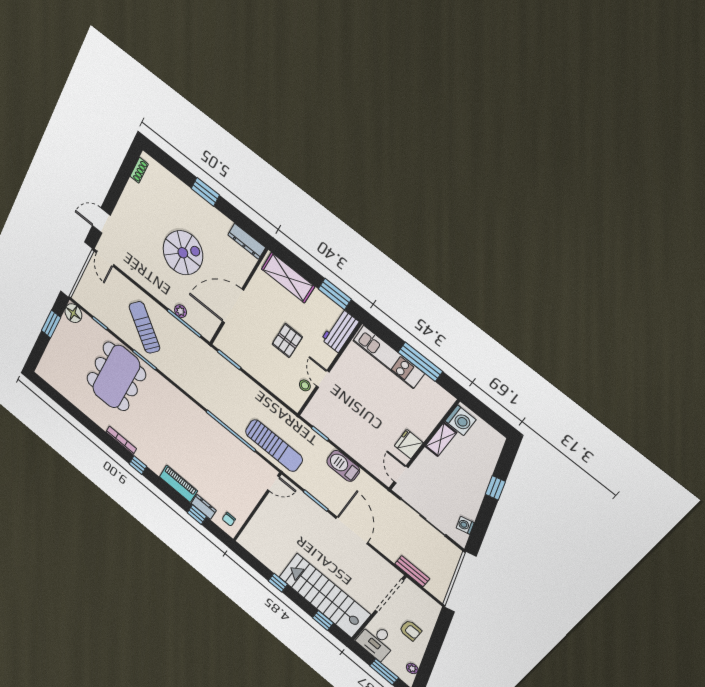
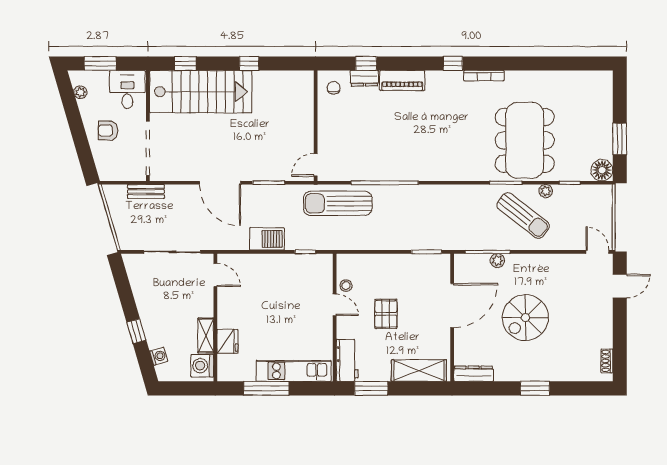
plant: (120, 331) -> (546, 191), added
fridge: (409, 444) -> (227, 341), moved
washing machine: (465, 525) -> (159, 356), moved

